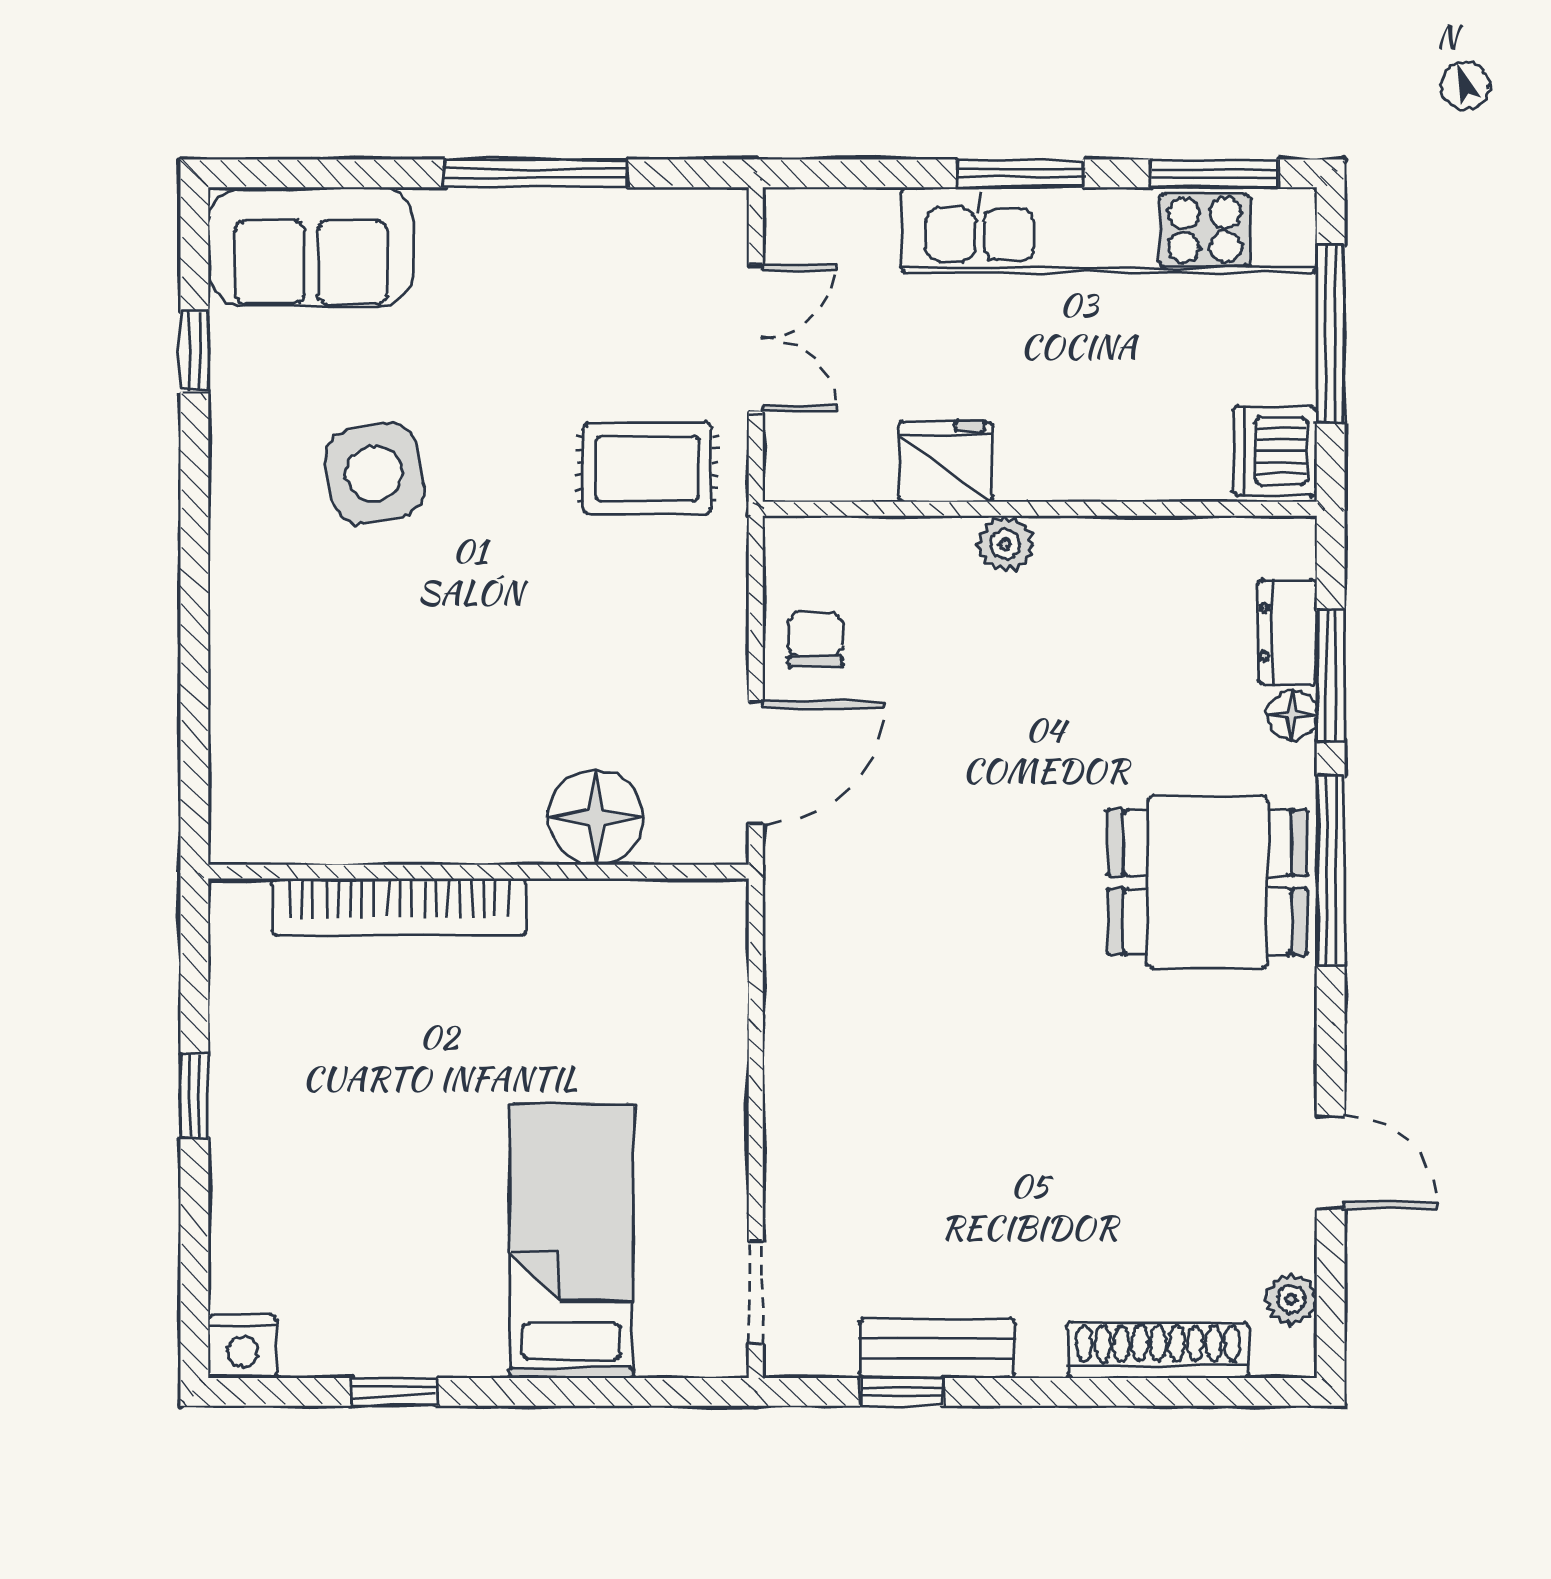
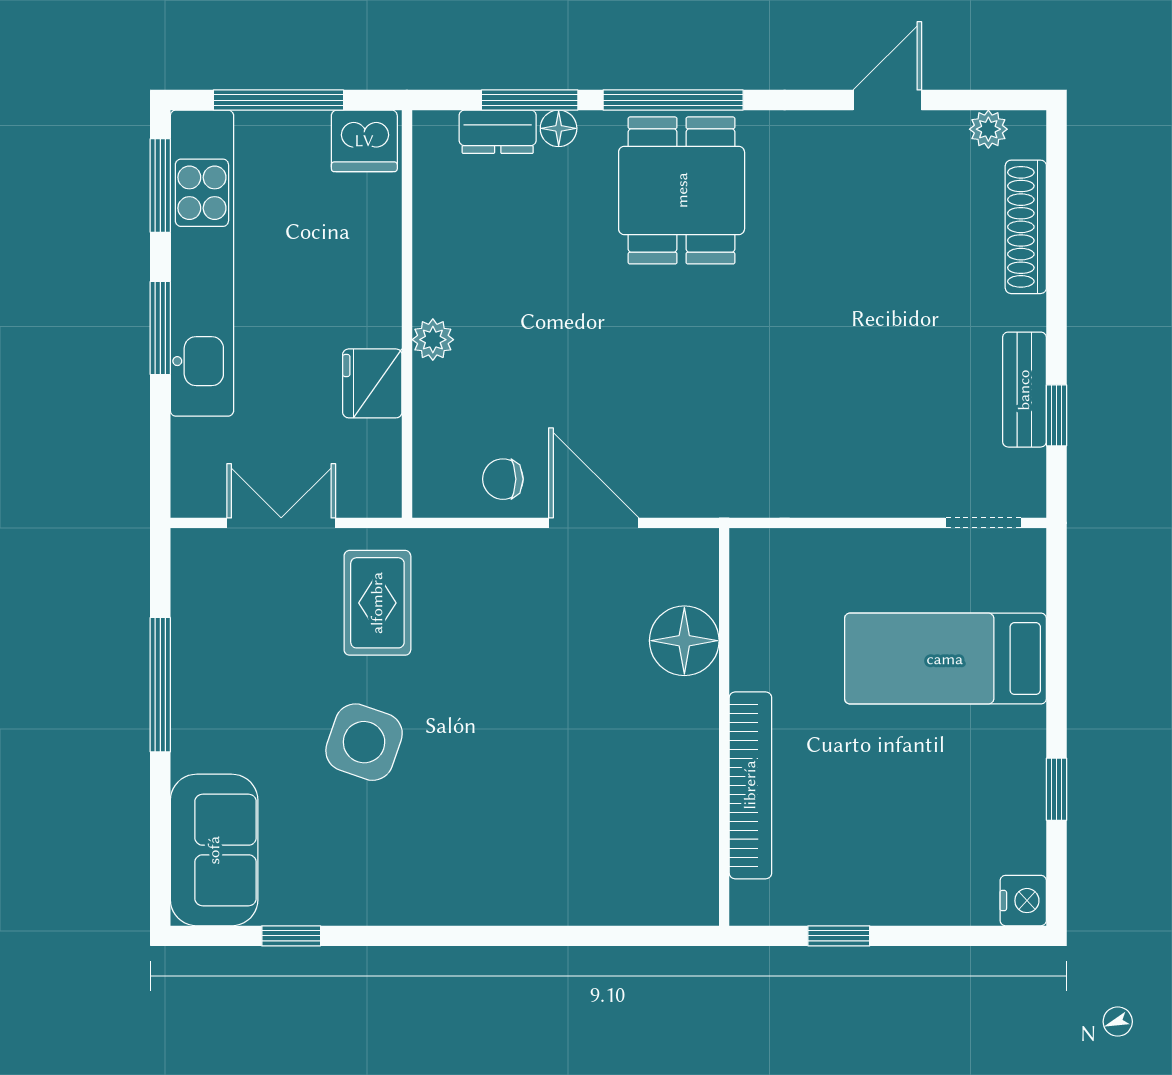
side table: (374, 473) -> (364, 742), moved, turned 30
floor lamp: (596, 817) -> (684, 641), moved
wall: (478, 872) -> (724, 727), moved
bookcase: (399, 907) -> (750, 785), moved

